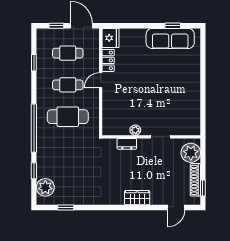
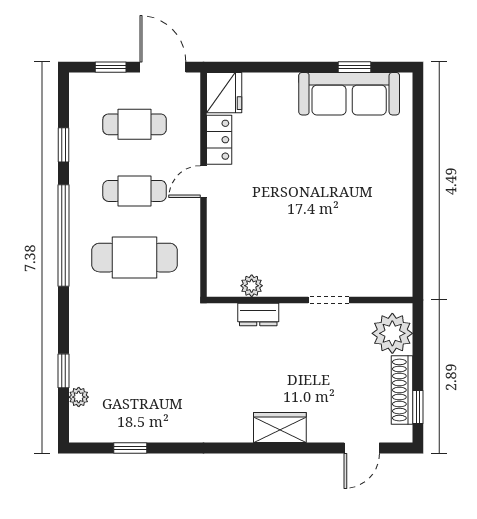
window: (34, 128) -> (63, 236), moved
plant: (135, 130) -> (252, 286), moved
plant: (45, 187) -> (79, 397), width x0.53, depth x0.53

